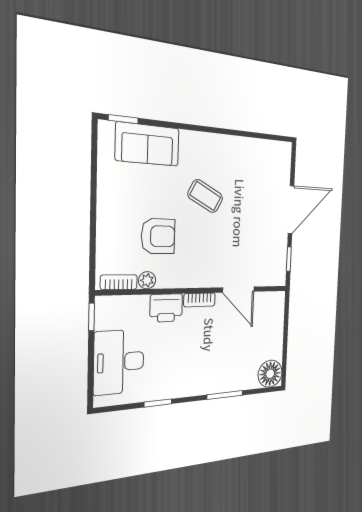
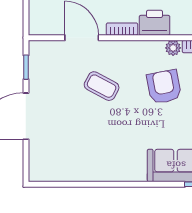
coffee table: (205, 196) -> (102, 86), moved
armchair: (158, 236) -> (164, 87), turned 79

